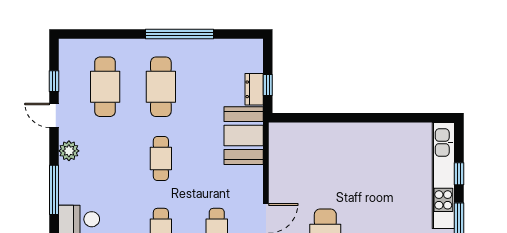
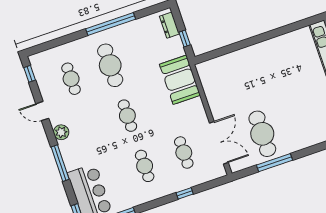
window: (54, 81) -> (30, 74), moved
cafe table: (105, 87) -> (71, 79), width x0.73, depth x0.74
dresser: (254, 89) -> (169, 25), moved

